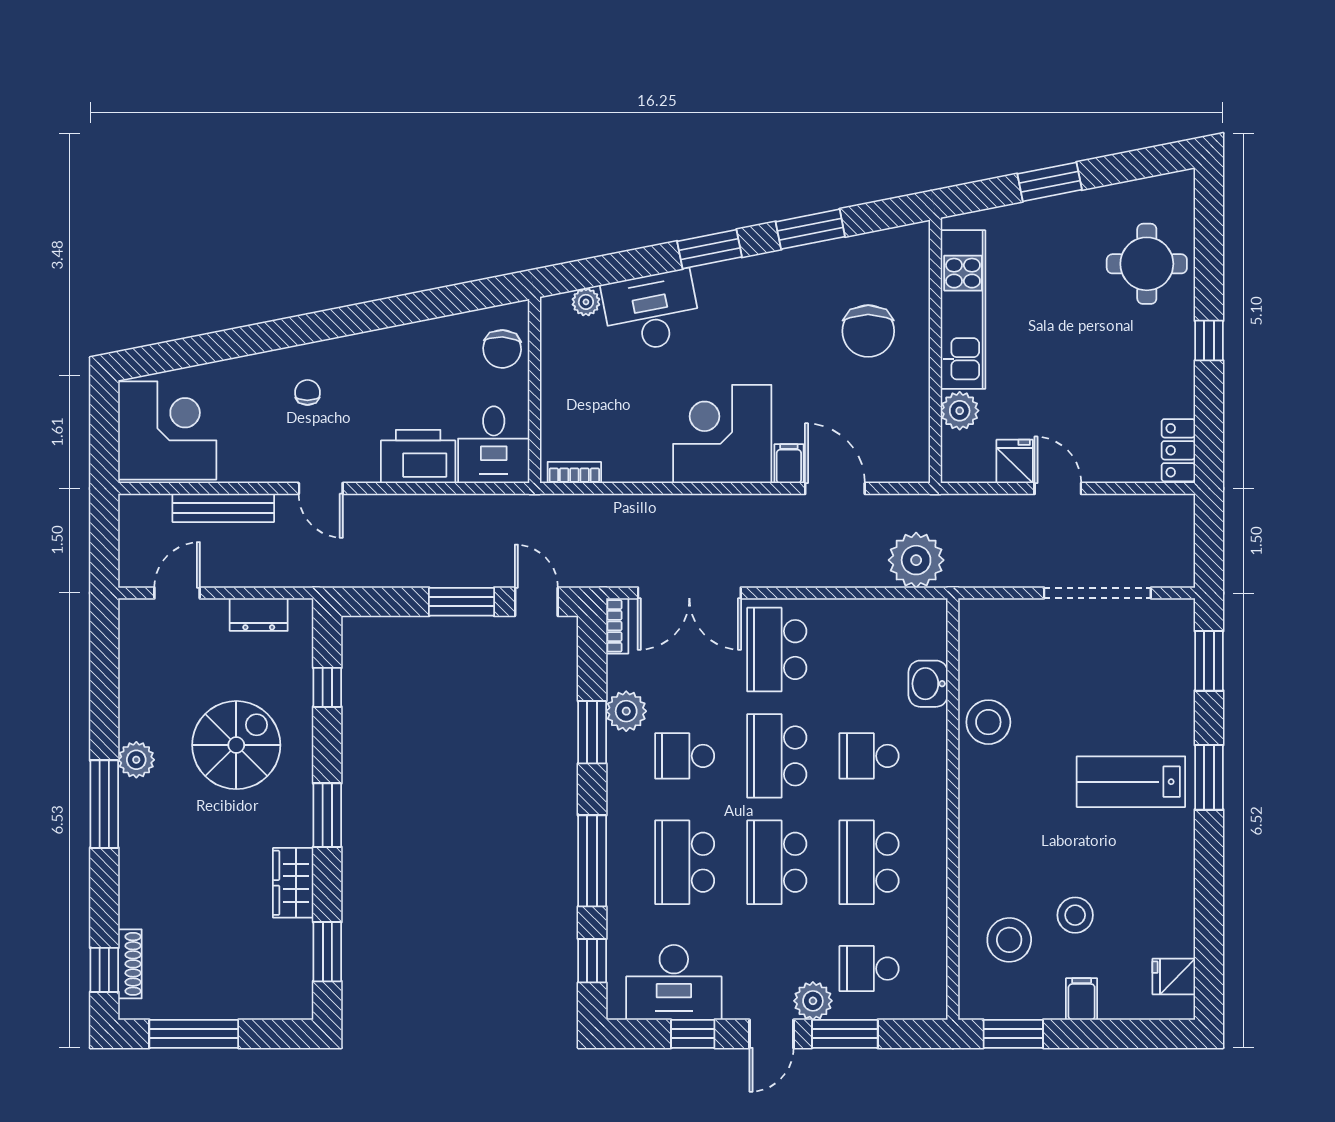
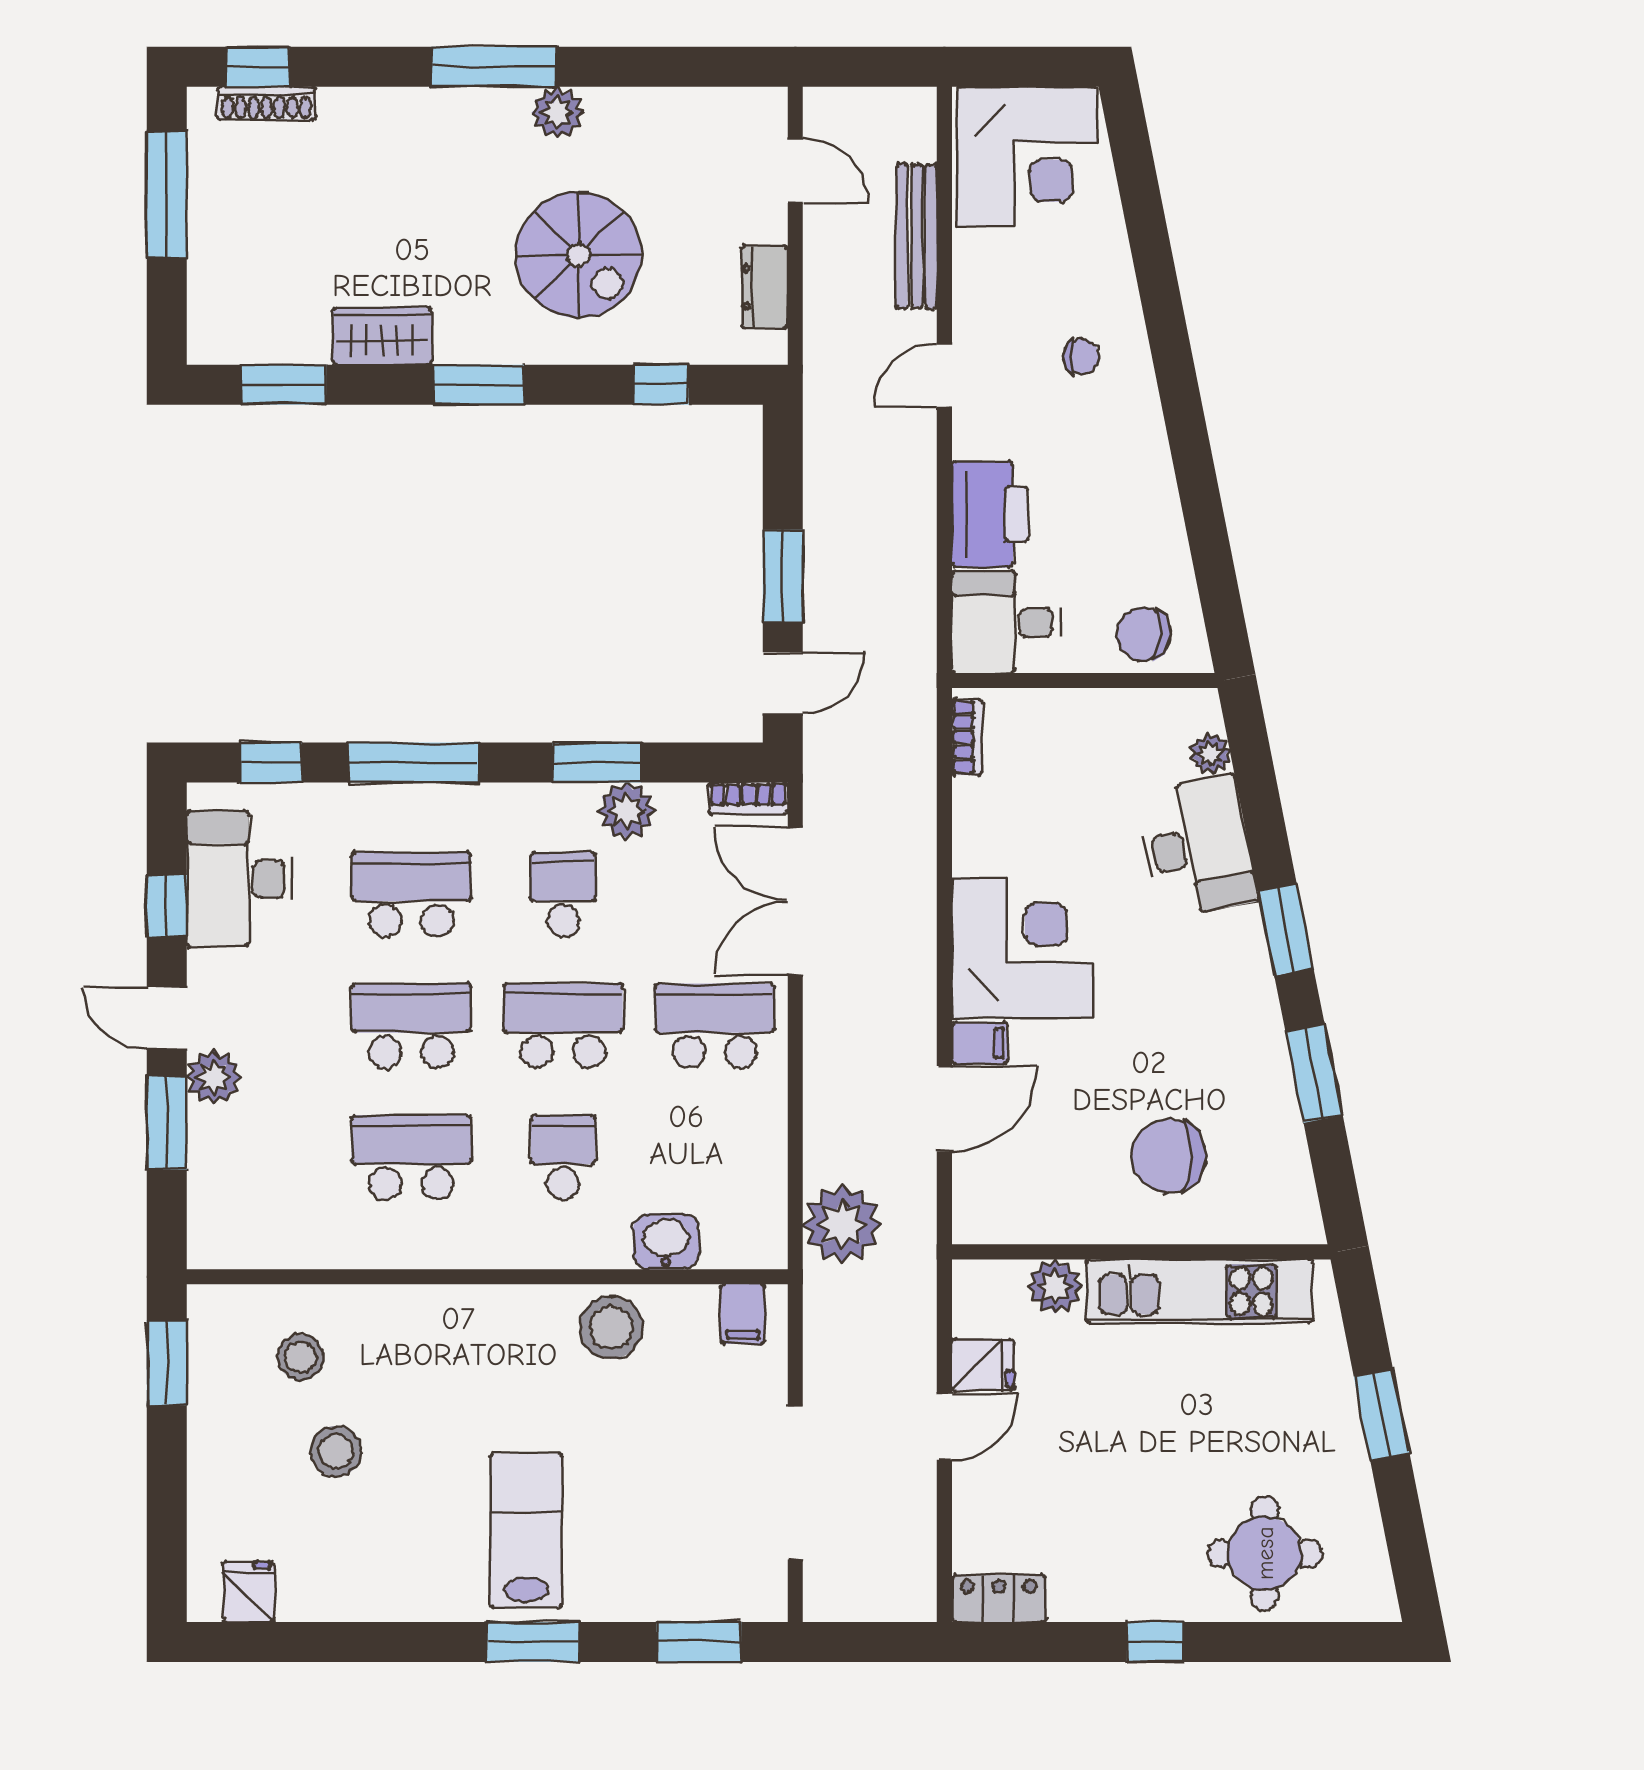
stool: (1009, 940) -> (301, 1357), width x0.73, depth x0.73
school desk: (869, 969) -> (260, 1157), removed
filing cabinet: (1082, 999) -> (743, 1314), moved, turned 90

